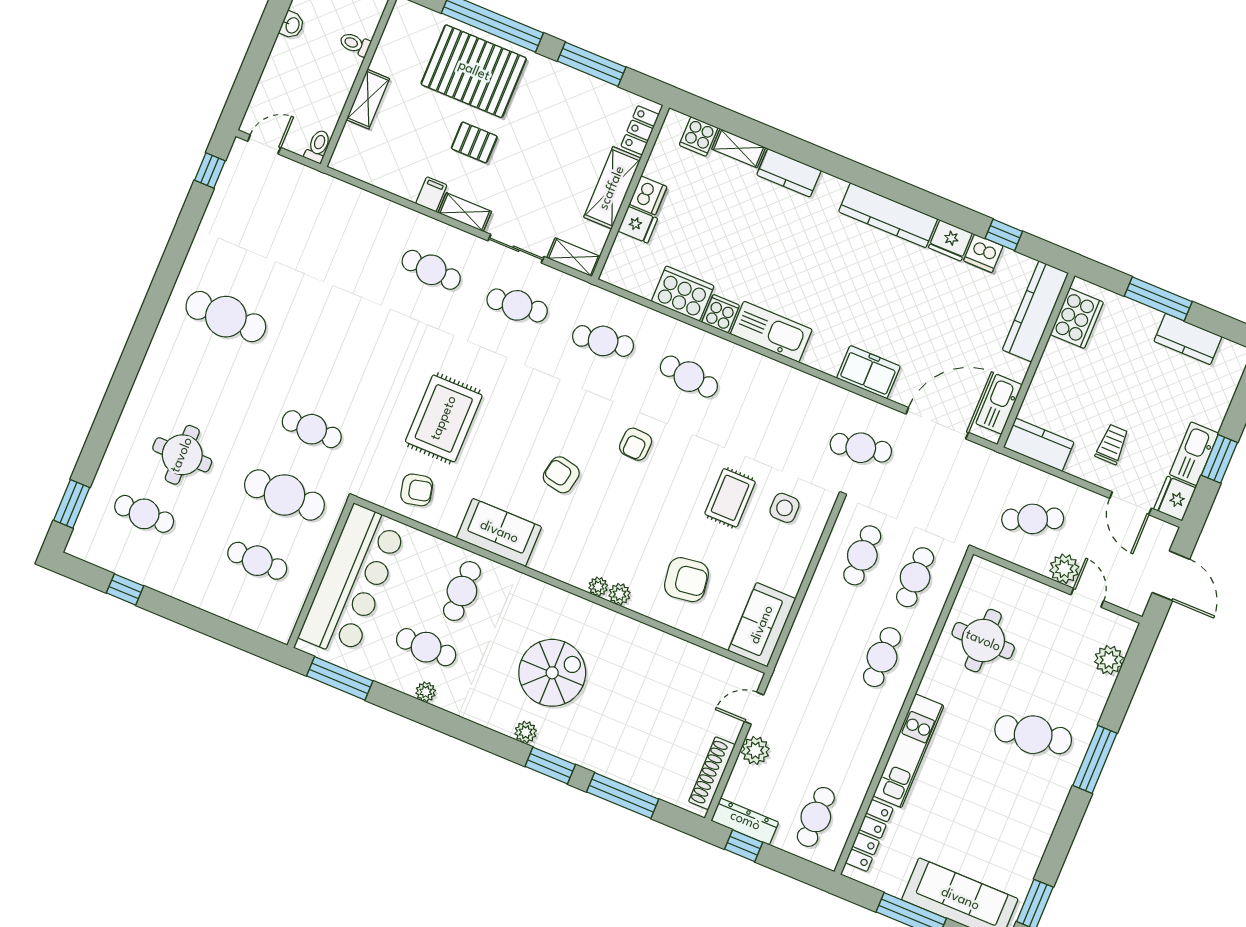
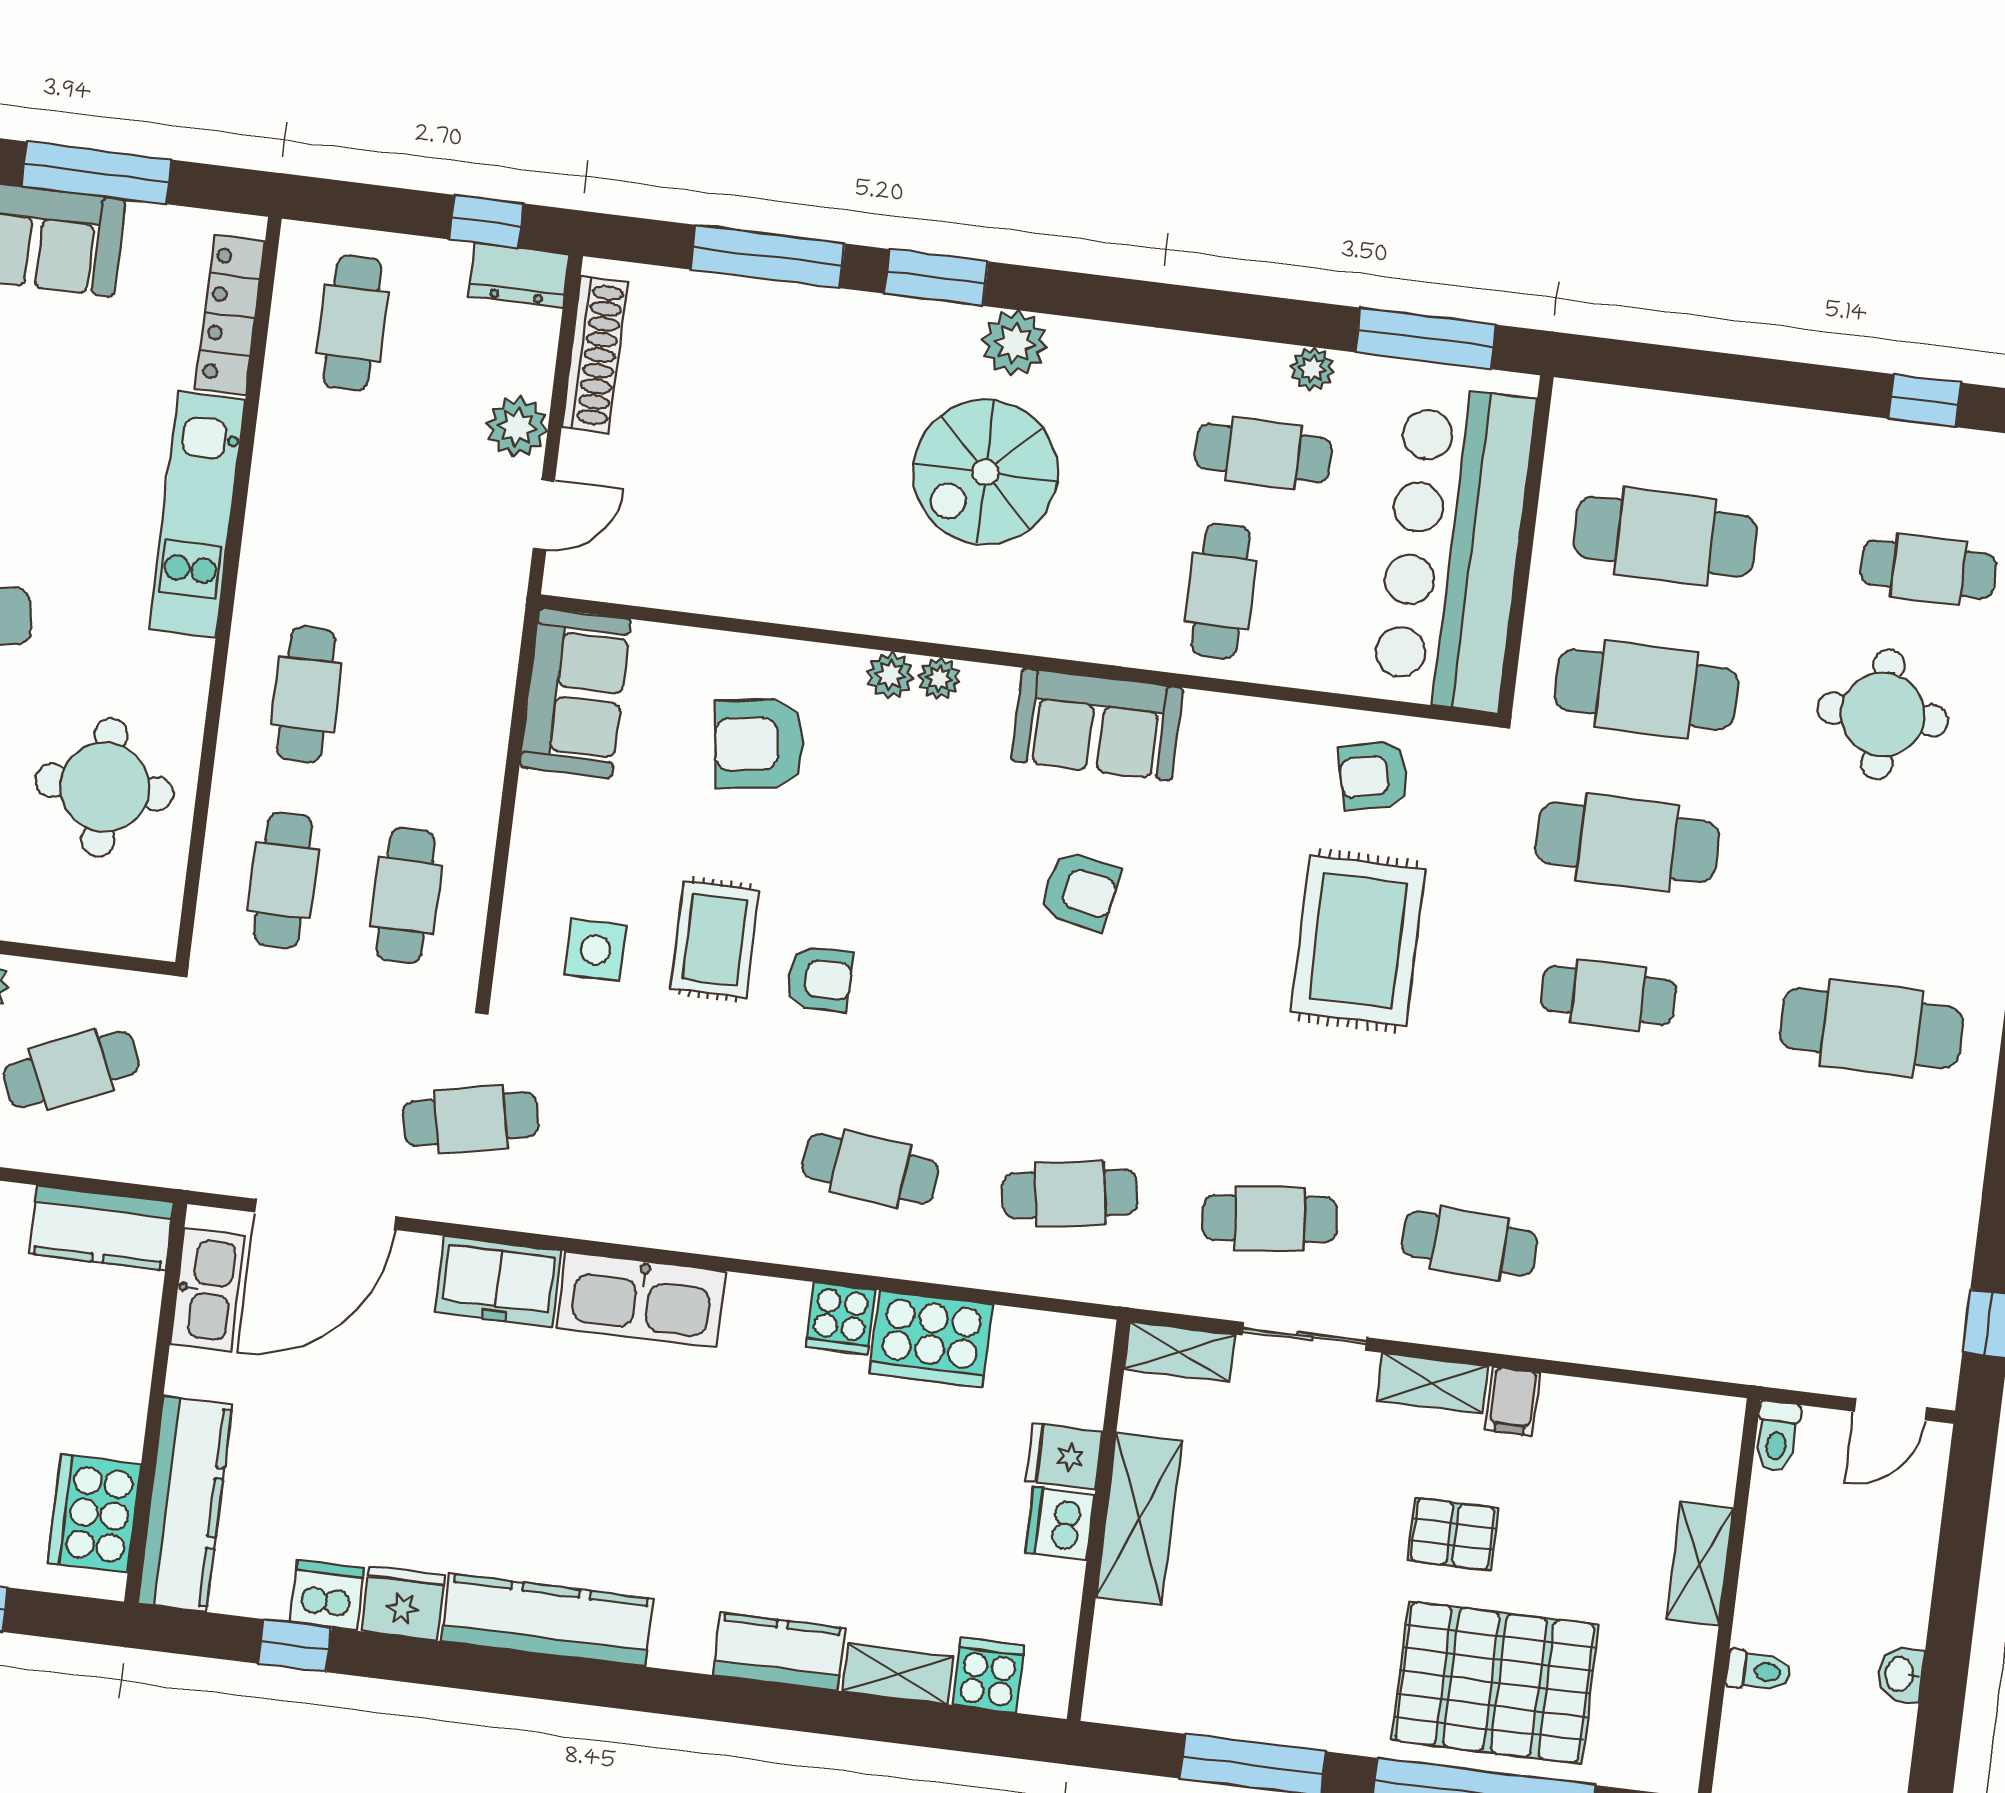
locker: (640, 130) -> (1114, 1655), removed
kitchen sink: (771, 332) -> (641, 1300), moved
cafe table: (339, 363) -> (1608, 995), added
cafe table: (312, 429) -> (1627, 842), width x1.37, depth x1.35
armchair: (636, 444) -> (820, 979), moved, turned 87
sofa: (499, 532) -> (1097, 724), moved
cafe table: (257, 561) -> (1665, 536), width x1.37, depth x1.35
plant: (426, 692) -> (1312, 369), moved
plant: (526, 732) -> (1015, 343), width x1.38, depth x1.38
dresser: (745, 821) -> (519, 275), width x0.70

